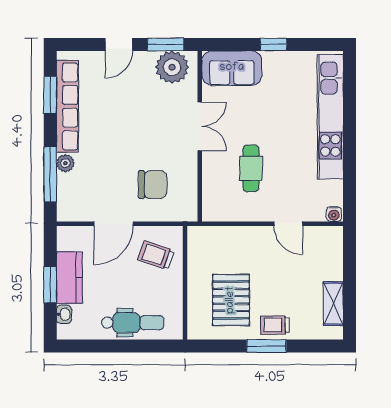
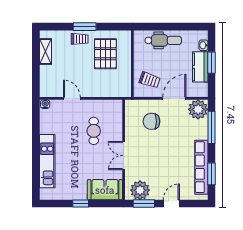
kitchen unit: (330, 117) -> (47, 161), width x0.73
plant: (65, 163) -> (198, 109), moved, width x1.87, depth x1.87
dental chair: (133, 323) -> (163, 40), turned 180

